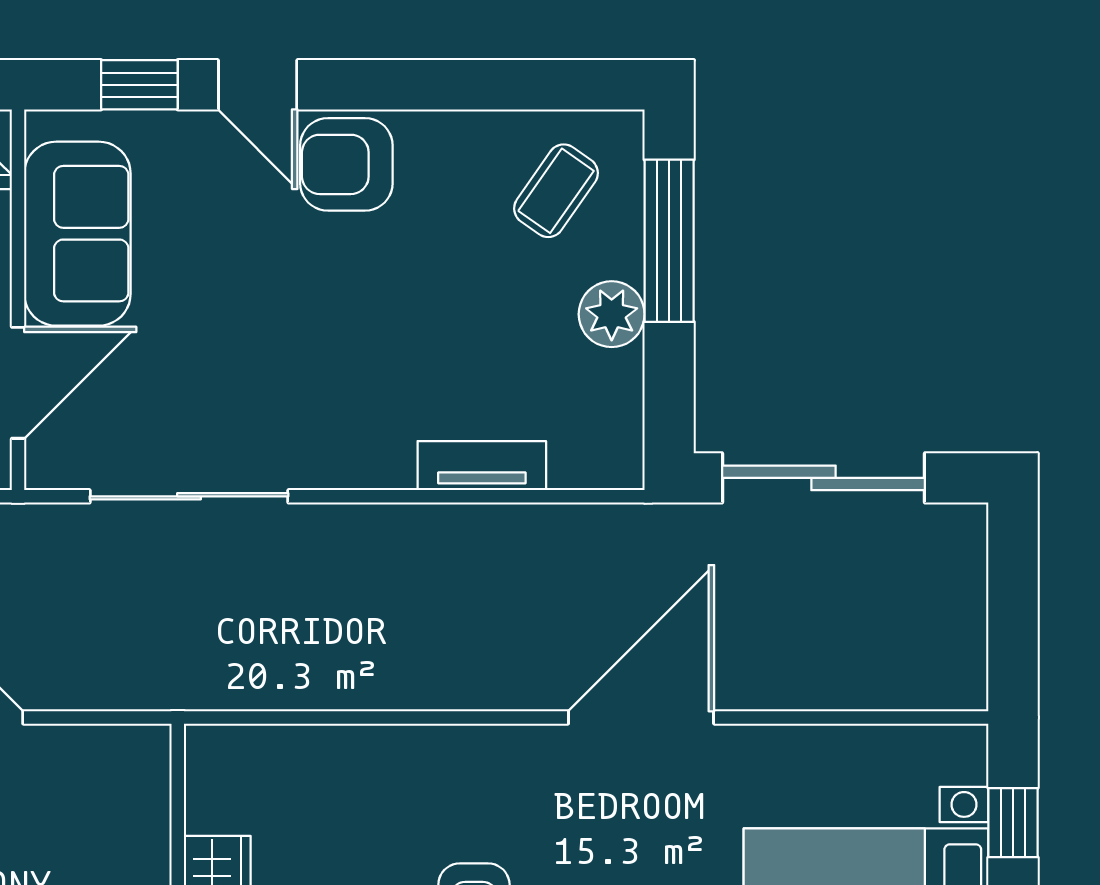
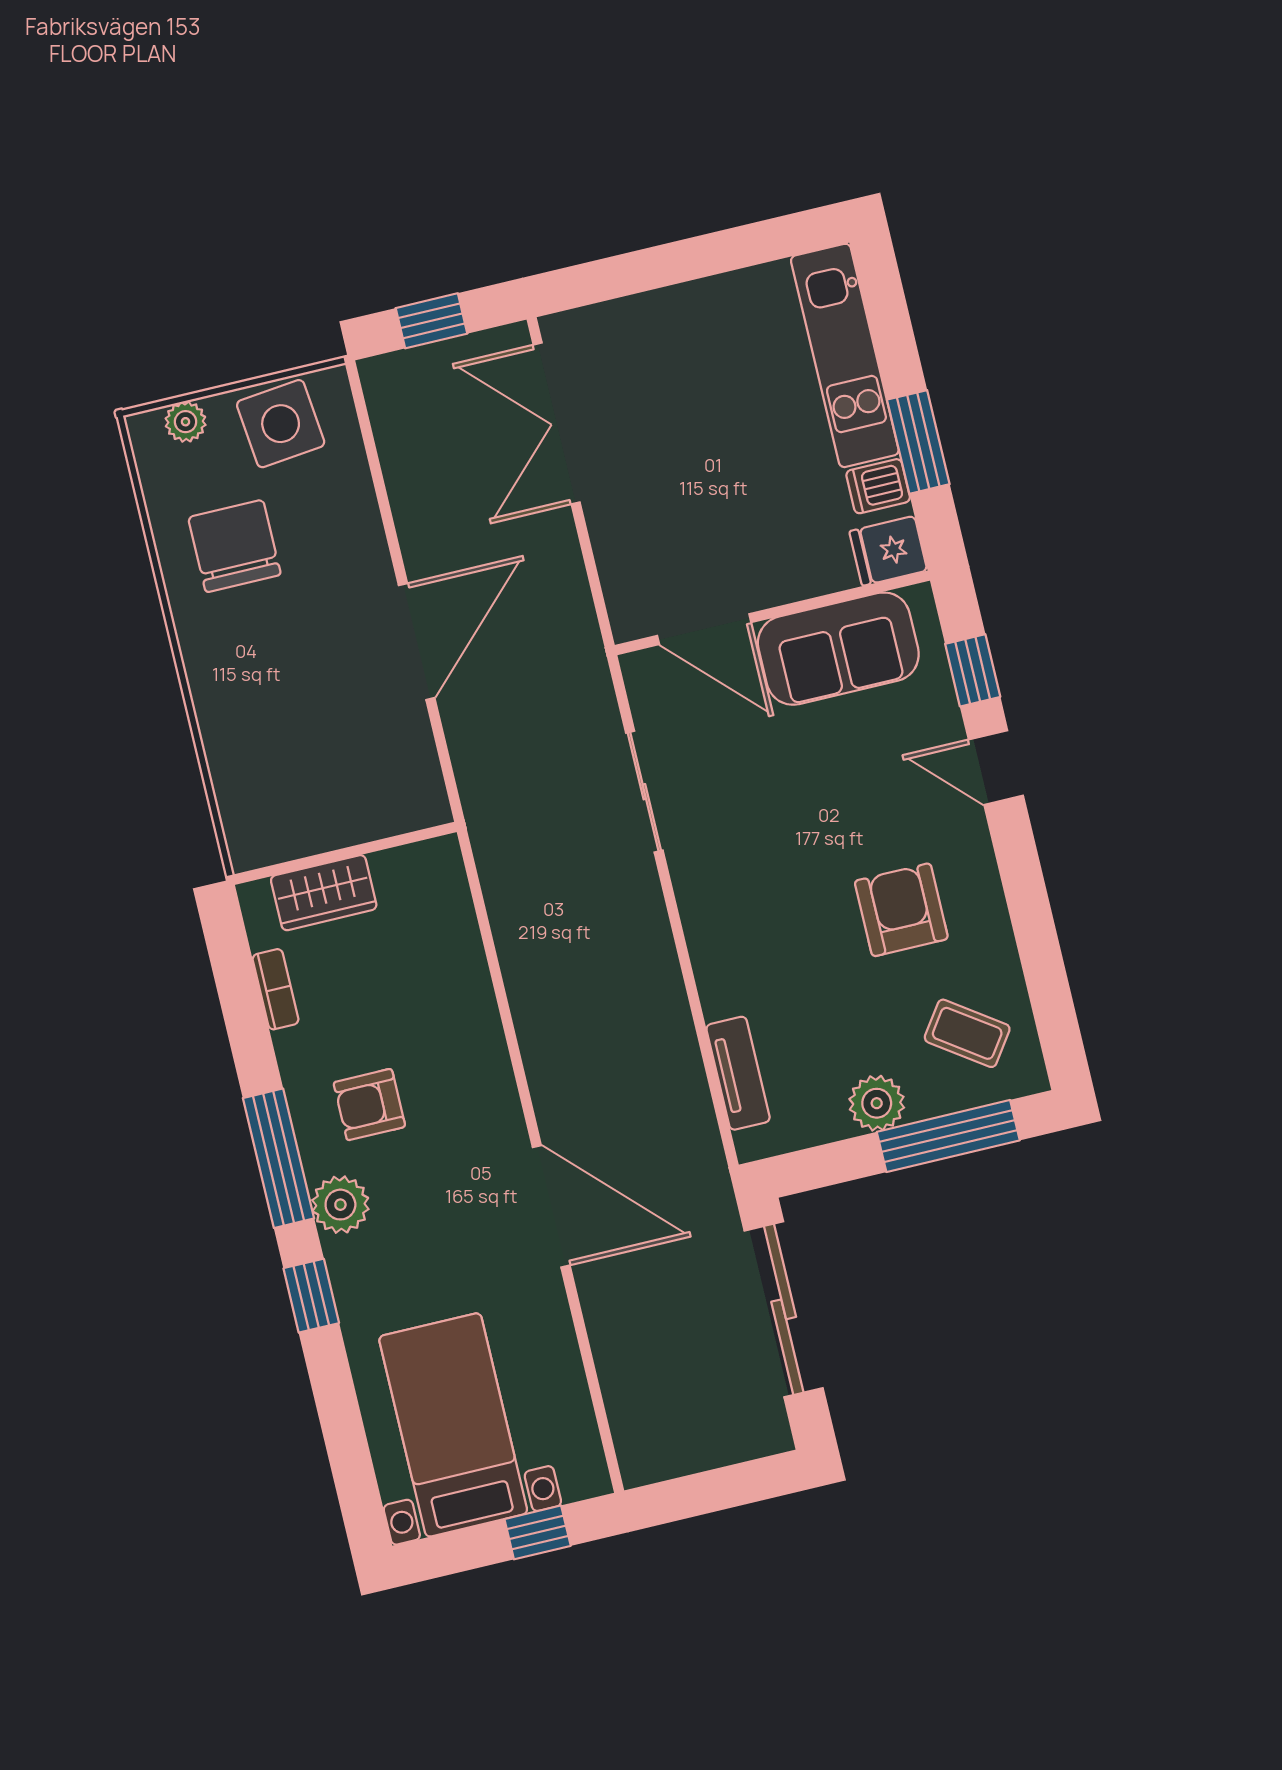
door: (258, 85) -> (996, 768), hinge flipped
armchair: (346, 164) -> (901, 910), moved
tv unit: (482, 466) -> (738, 1073), moved
sliding door: (189, 496) -> (644, 792), width x0.73

